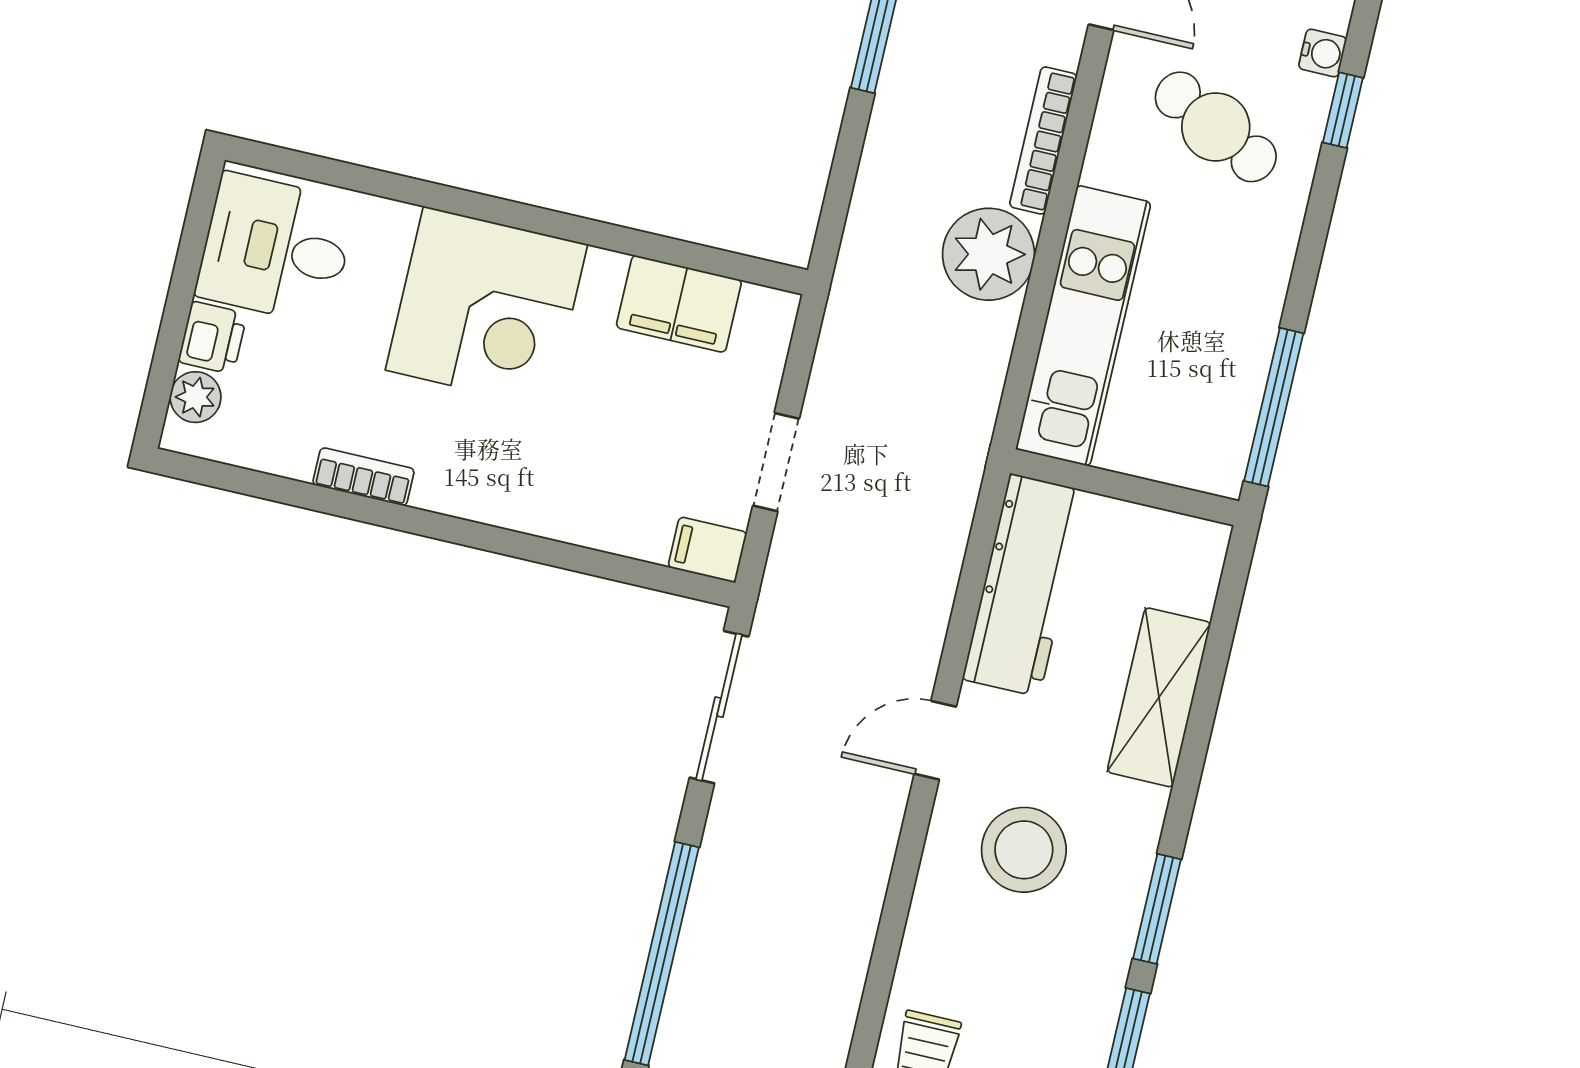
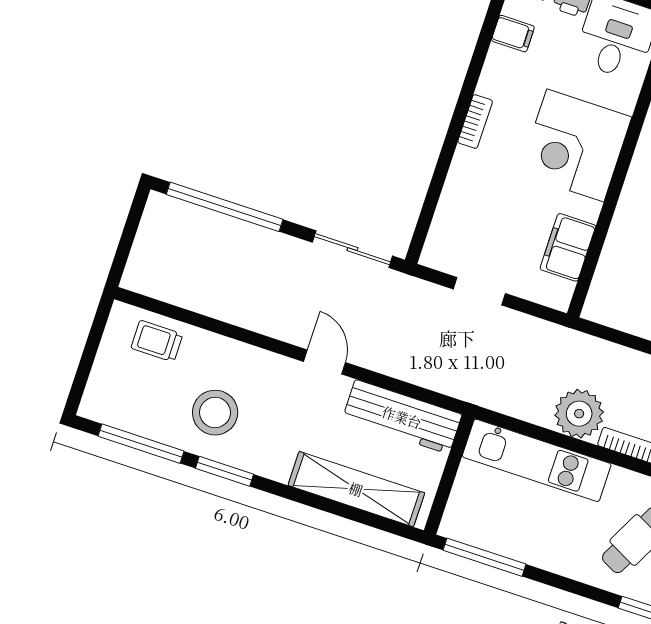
bookcase: (364, 477) -> (475, 121), moved
filing cabinet: (707, 550) -> (513, 34), moved, turned 90
shelving: (1159, 697) -> (356, 489), width x1.47
stool: (1024, 850) -> (215, 413), moved

